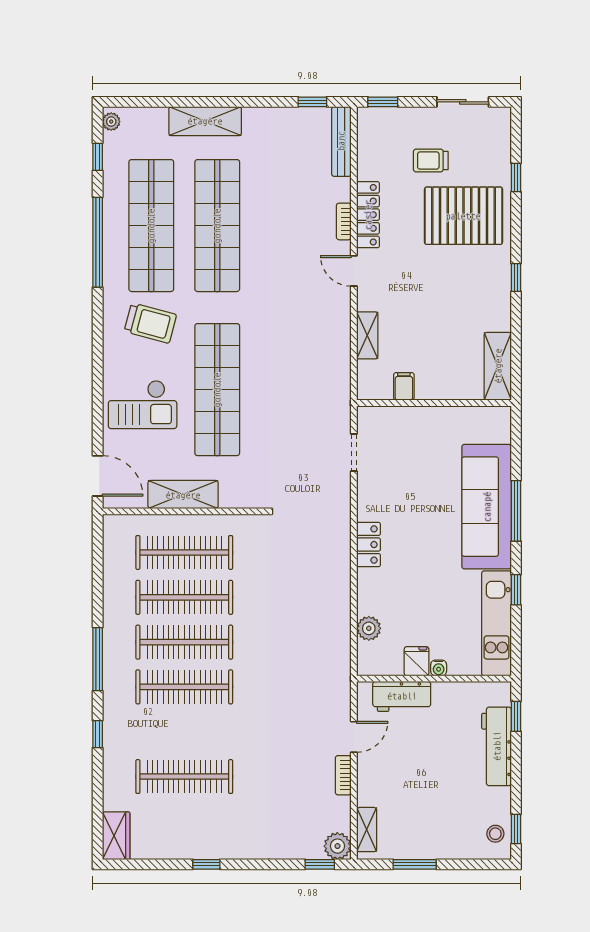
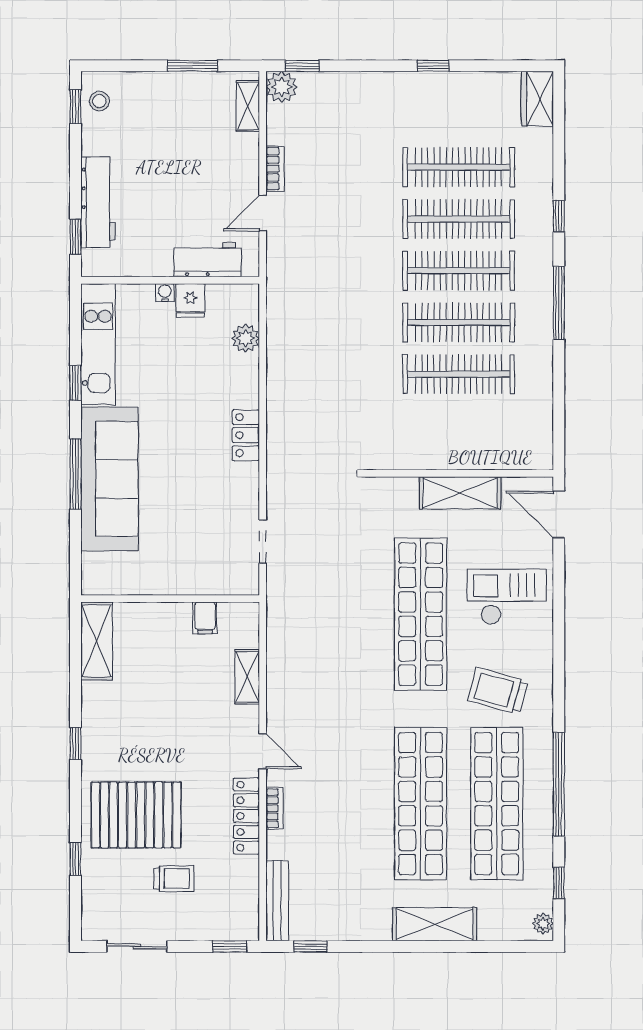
clothes rail: (184, 552) -> (459, 219), moved

